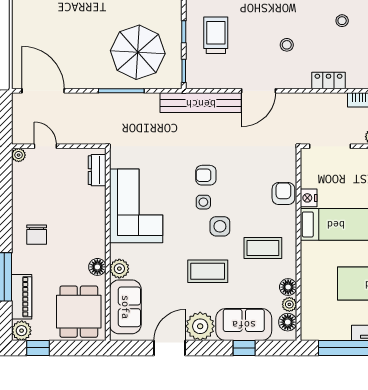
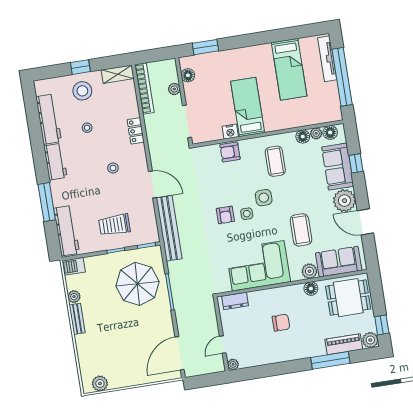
chair: (37, 235) -> (281, 323), moved
coffee table: (208, 271) -> (301, 230), moved

